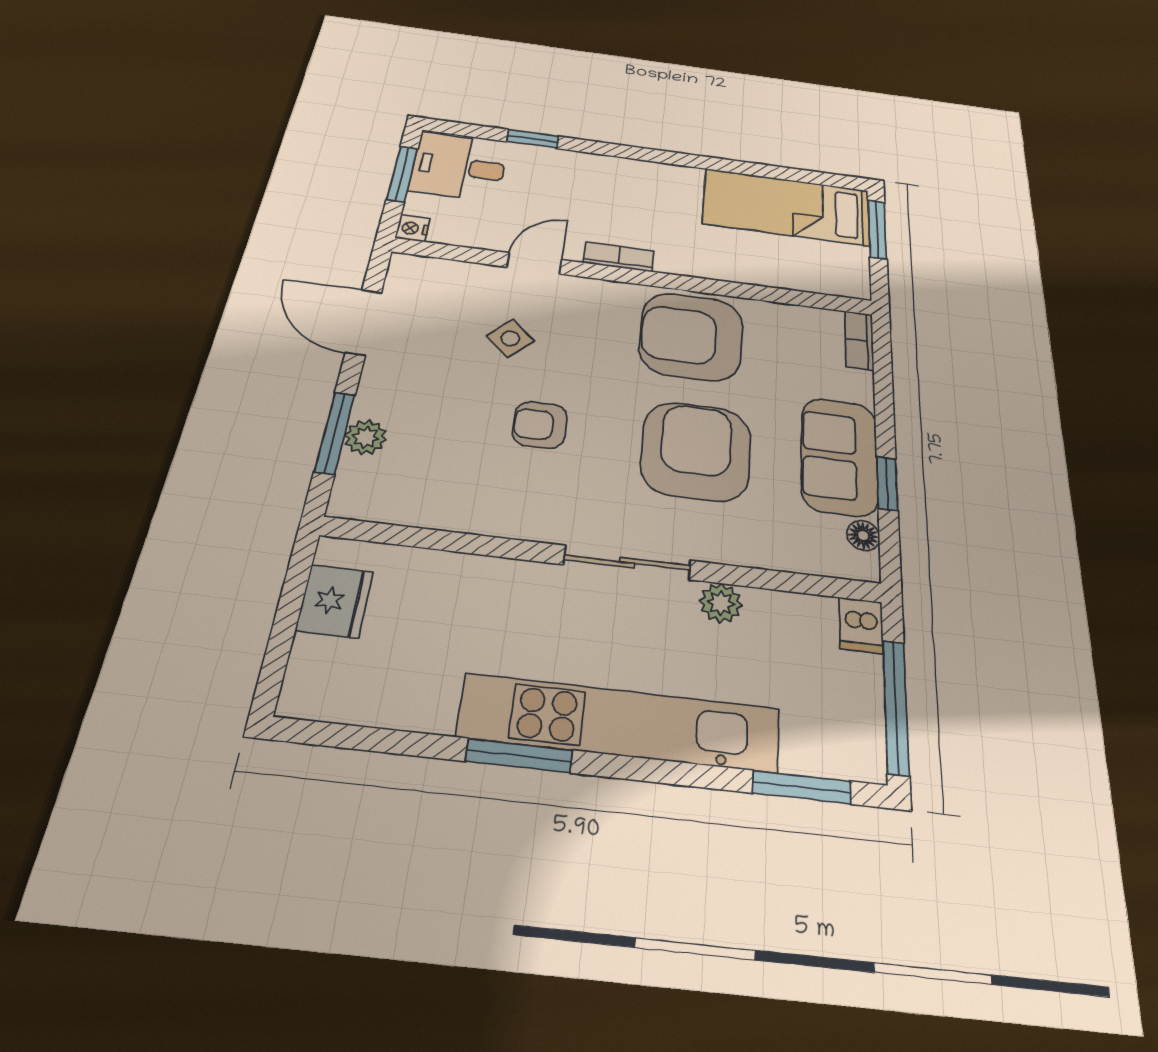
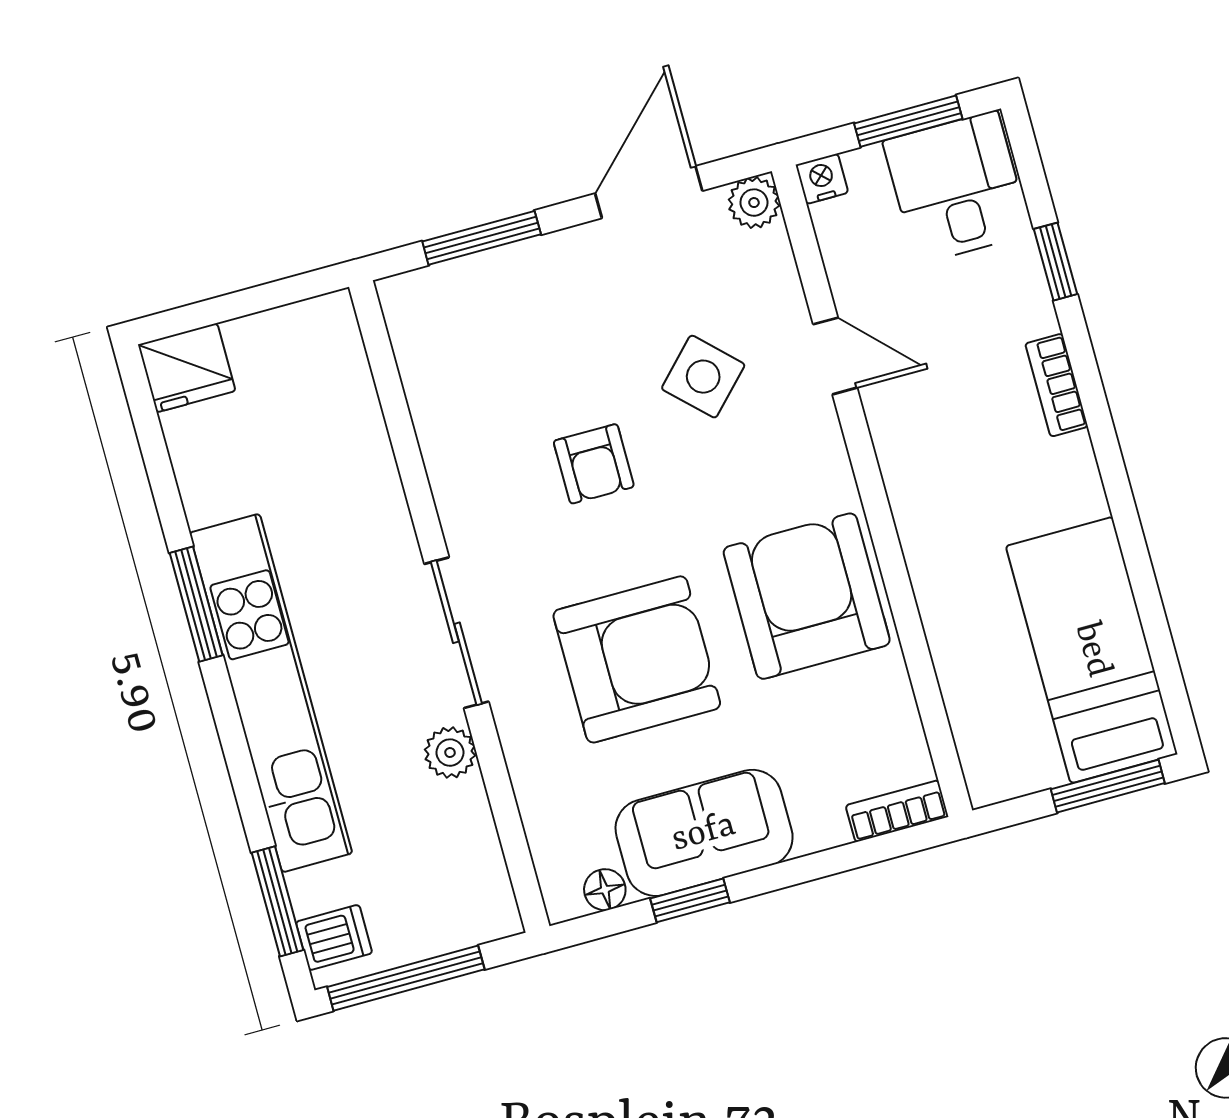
bookcase: (619, 257) -> (1057, 385), moved, turned 180
side table: (510, 338) -> (703, 377), width x1.37, depth x1.37
armchair: (540, 425) -> (594, 464), turned 180
plant: (365, 437) -> (754, 203), moved
fridge: (335, 601) -> (187, 368), moved
dishwasher: (861, 625) -> (334, 937), moved, turned 180

